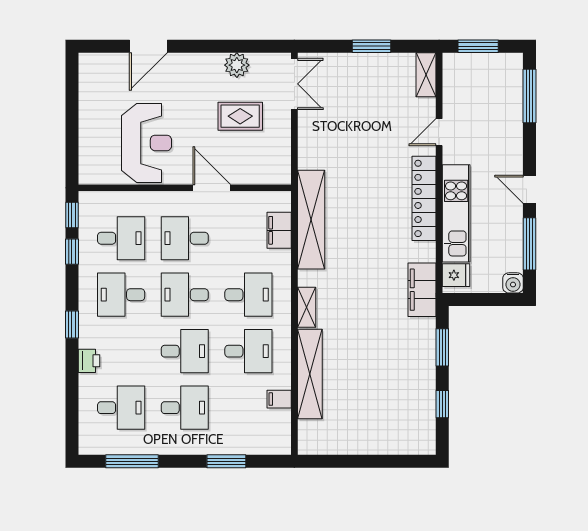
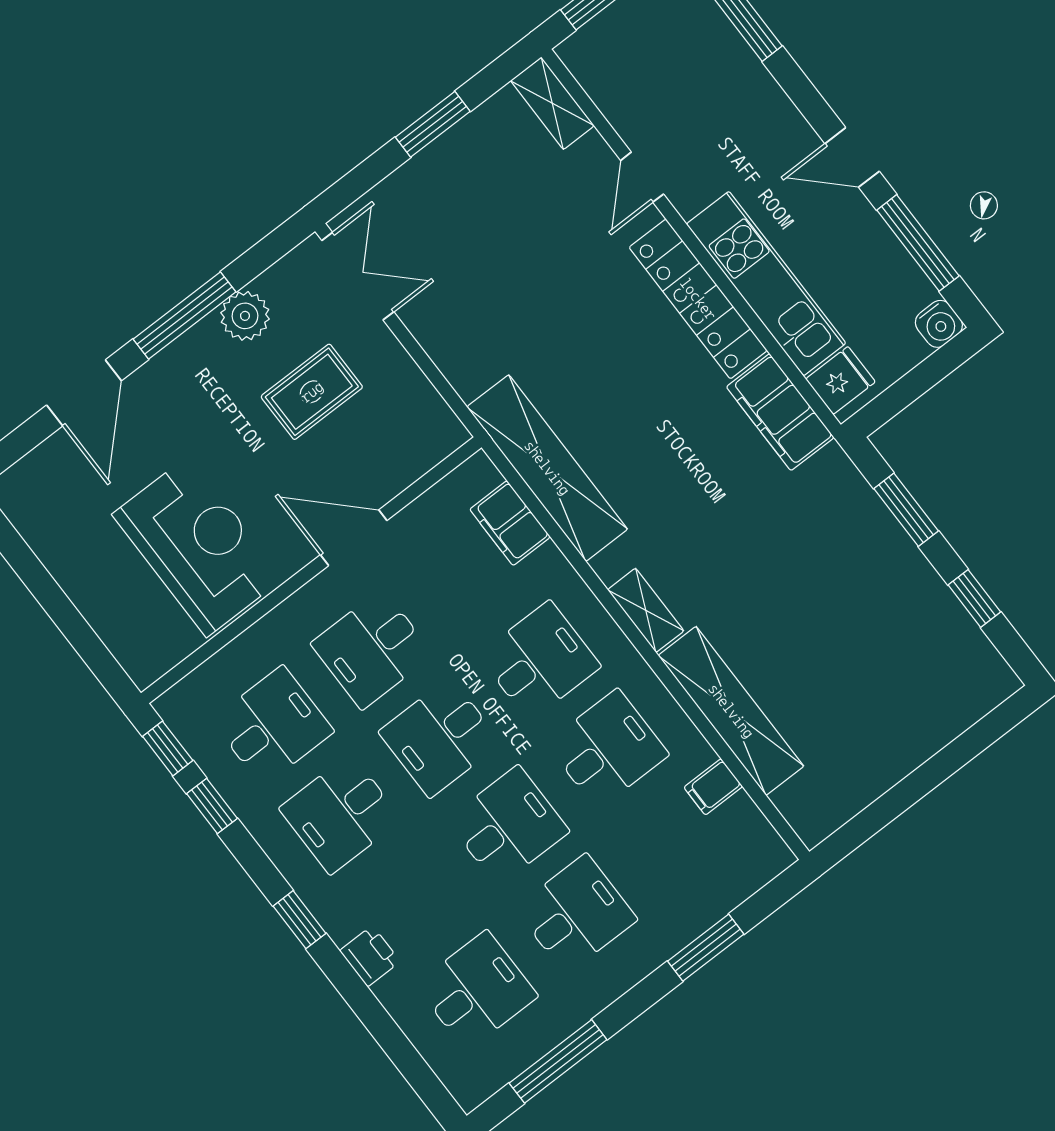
window: (213, 46) -> (185, 315), added
filing cabinet: (422, 290) -> (780, 412), moved

